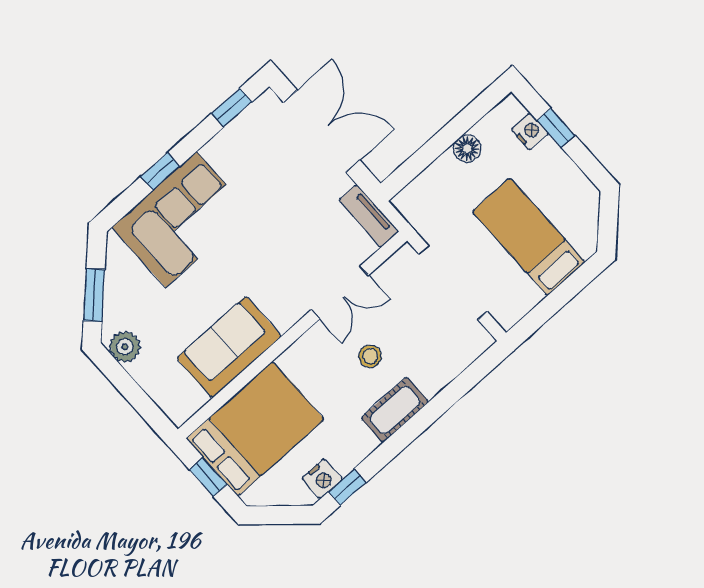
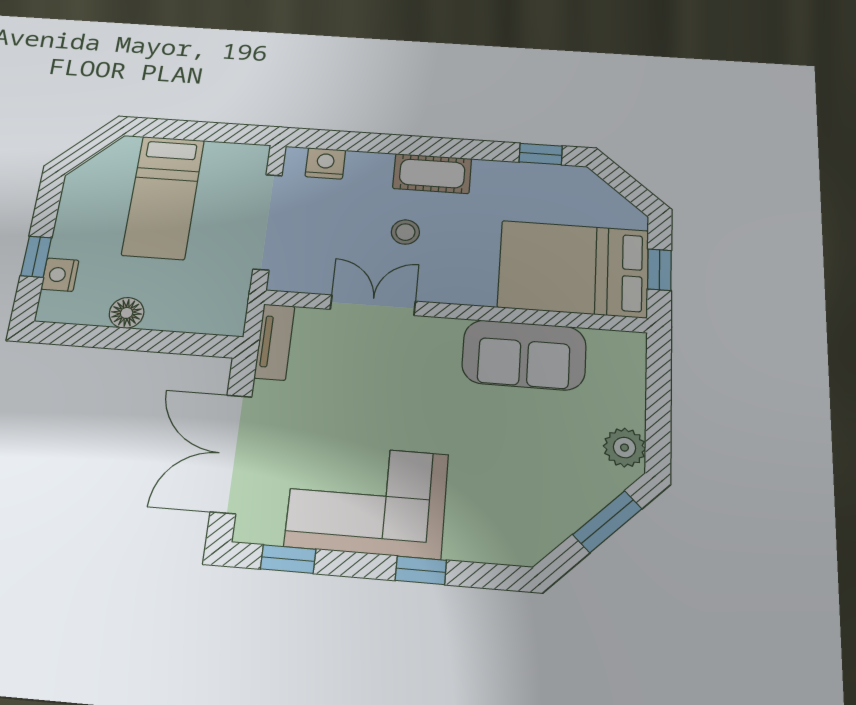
corner sofa: (181, 219) -> (367, 500), moved
nightstand: (322, 479) -> (325, 163), moved

